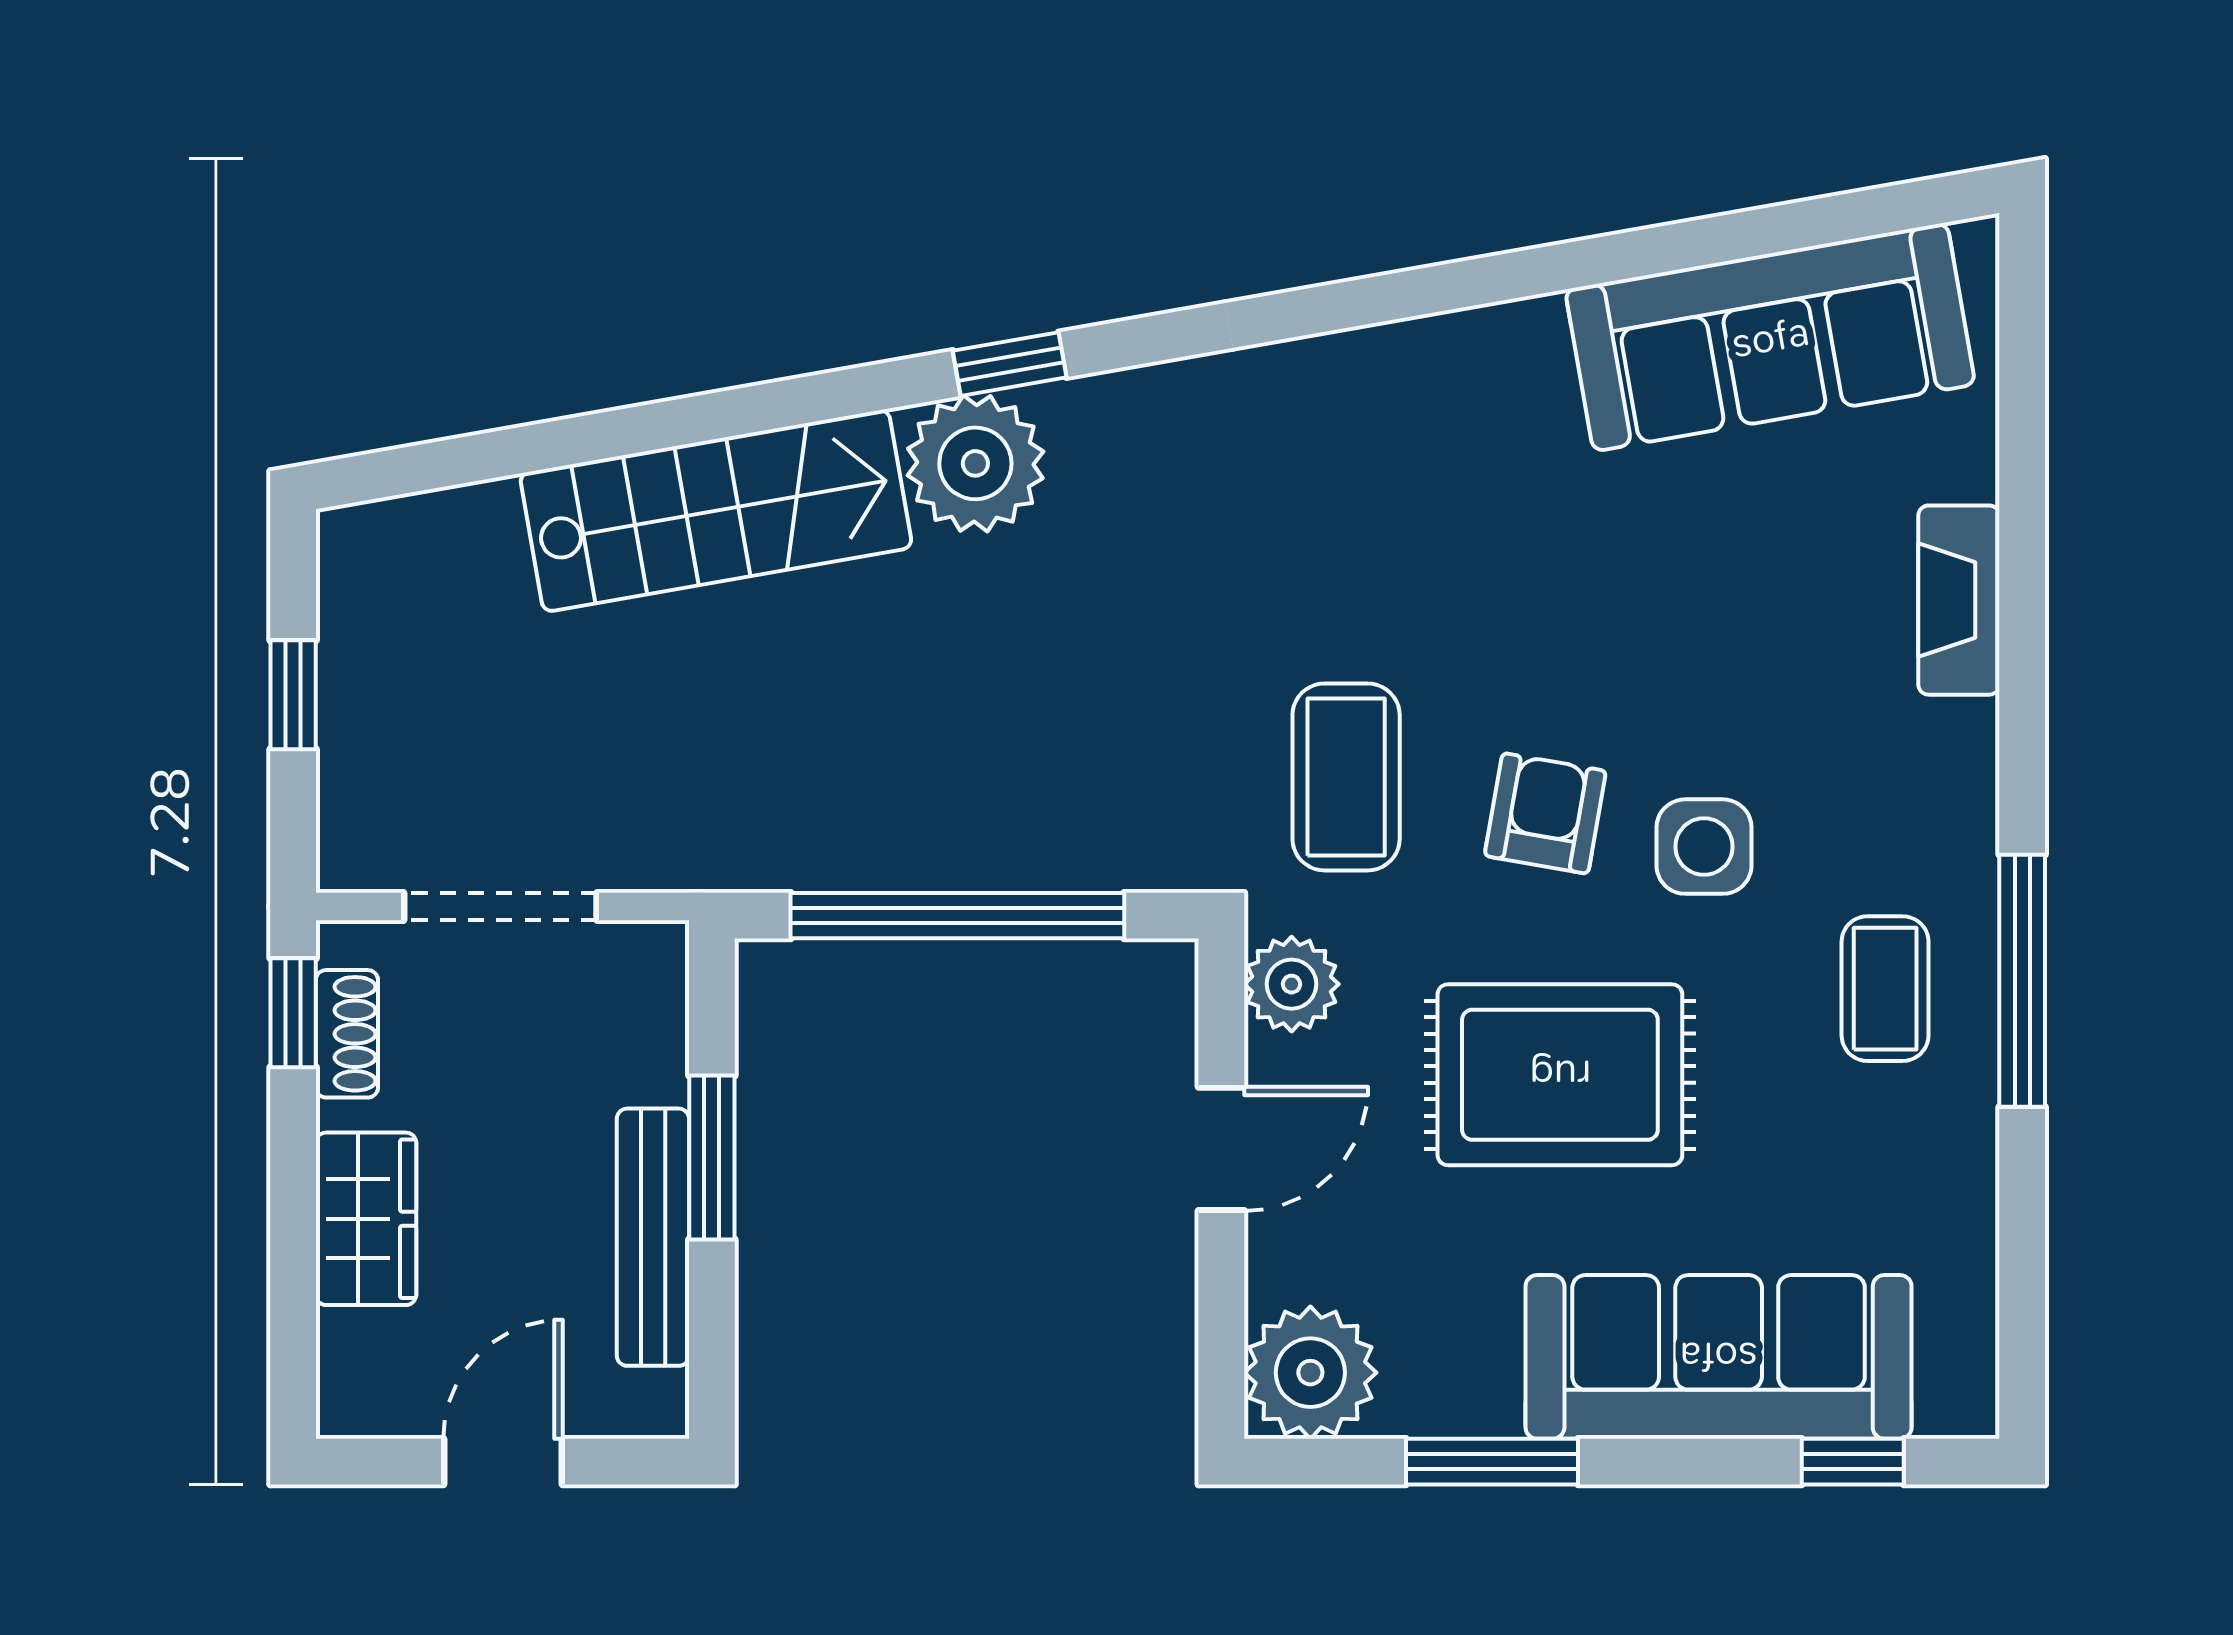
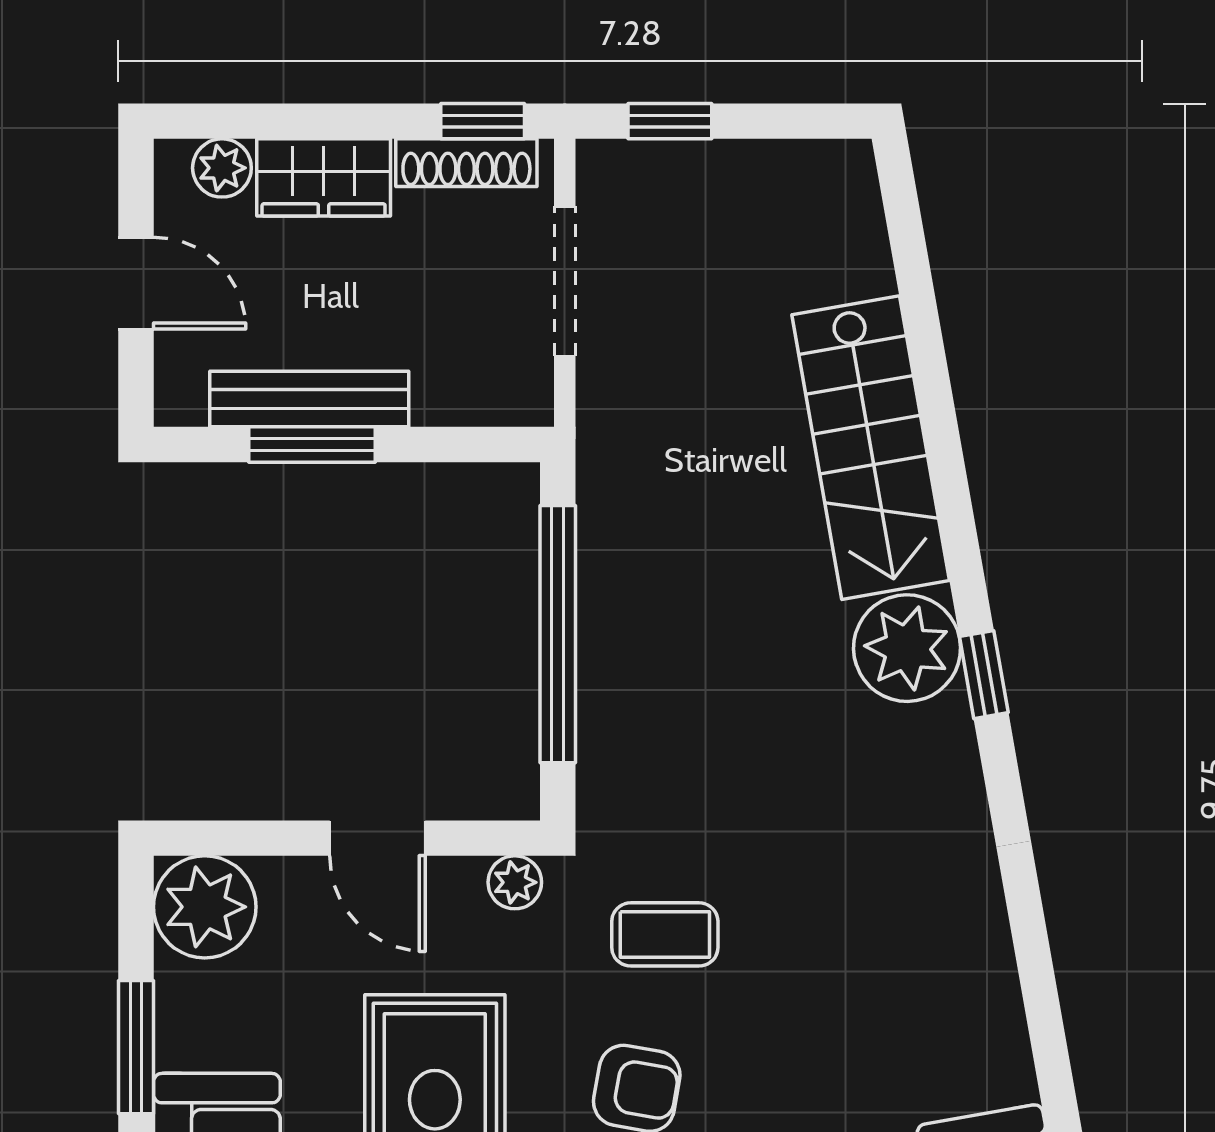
window: (293, 695) -> (670, 121), moved
coffee table: (1346, 777) -> (665, 934), width x0.73, depth x0.77
plant: (1292, 984) -> (515, 882), width x0.73, depth x0.73
shoe rack: (347, 1034) -> (466, 163), width x1.43
window: (712, 1157) -> (312, 444), moved
plant: (354, 1350) -> (222, 168), added

